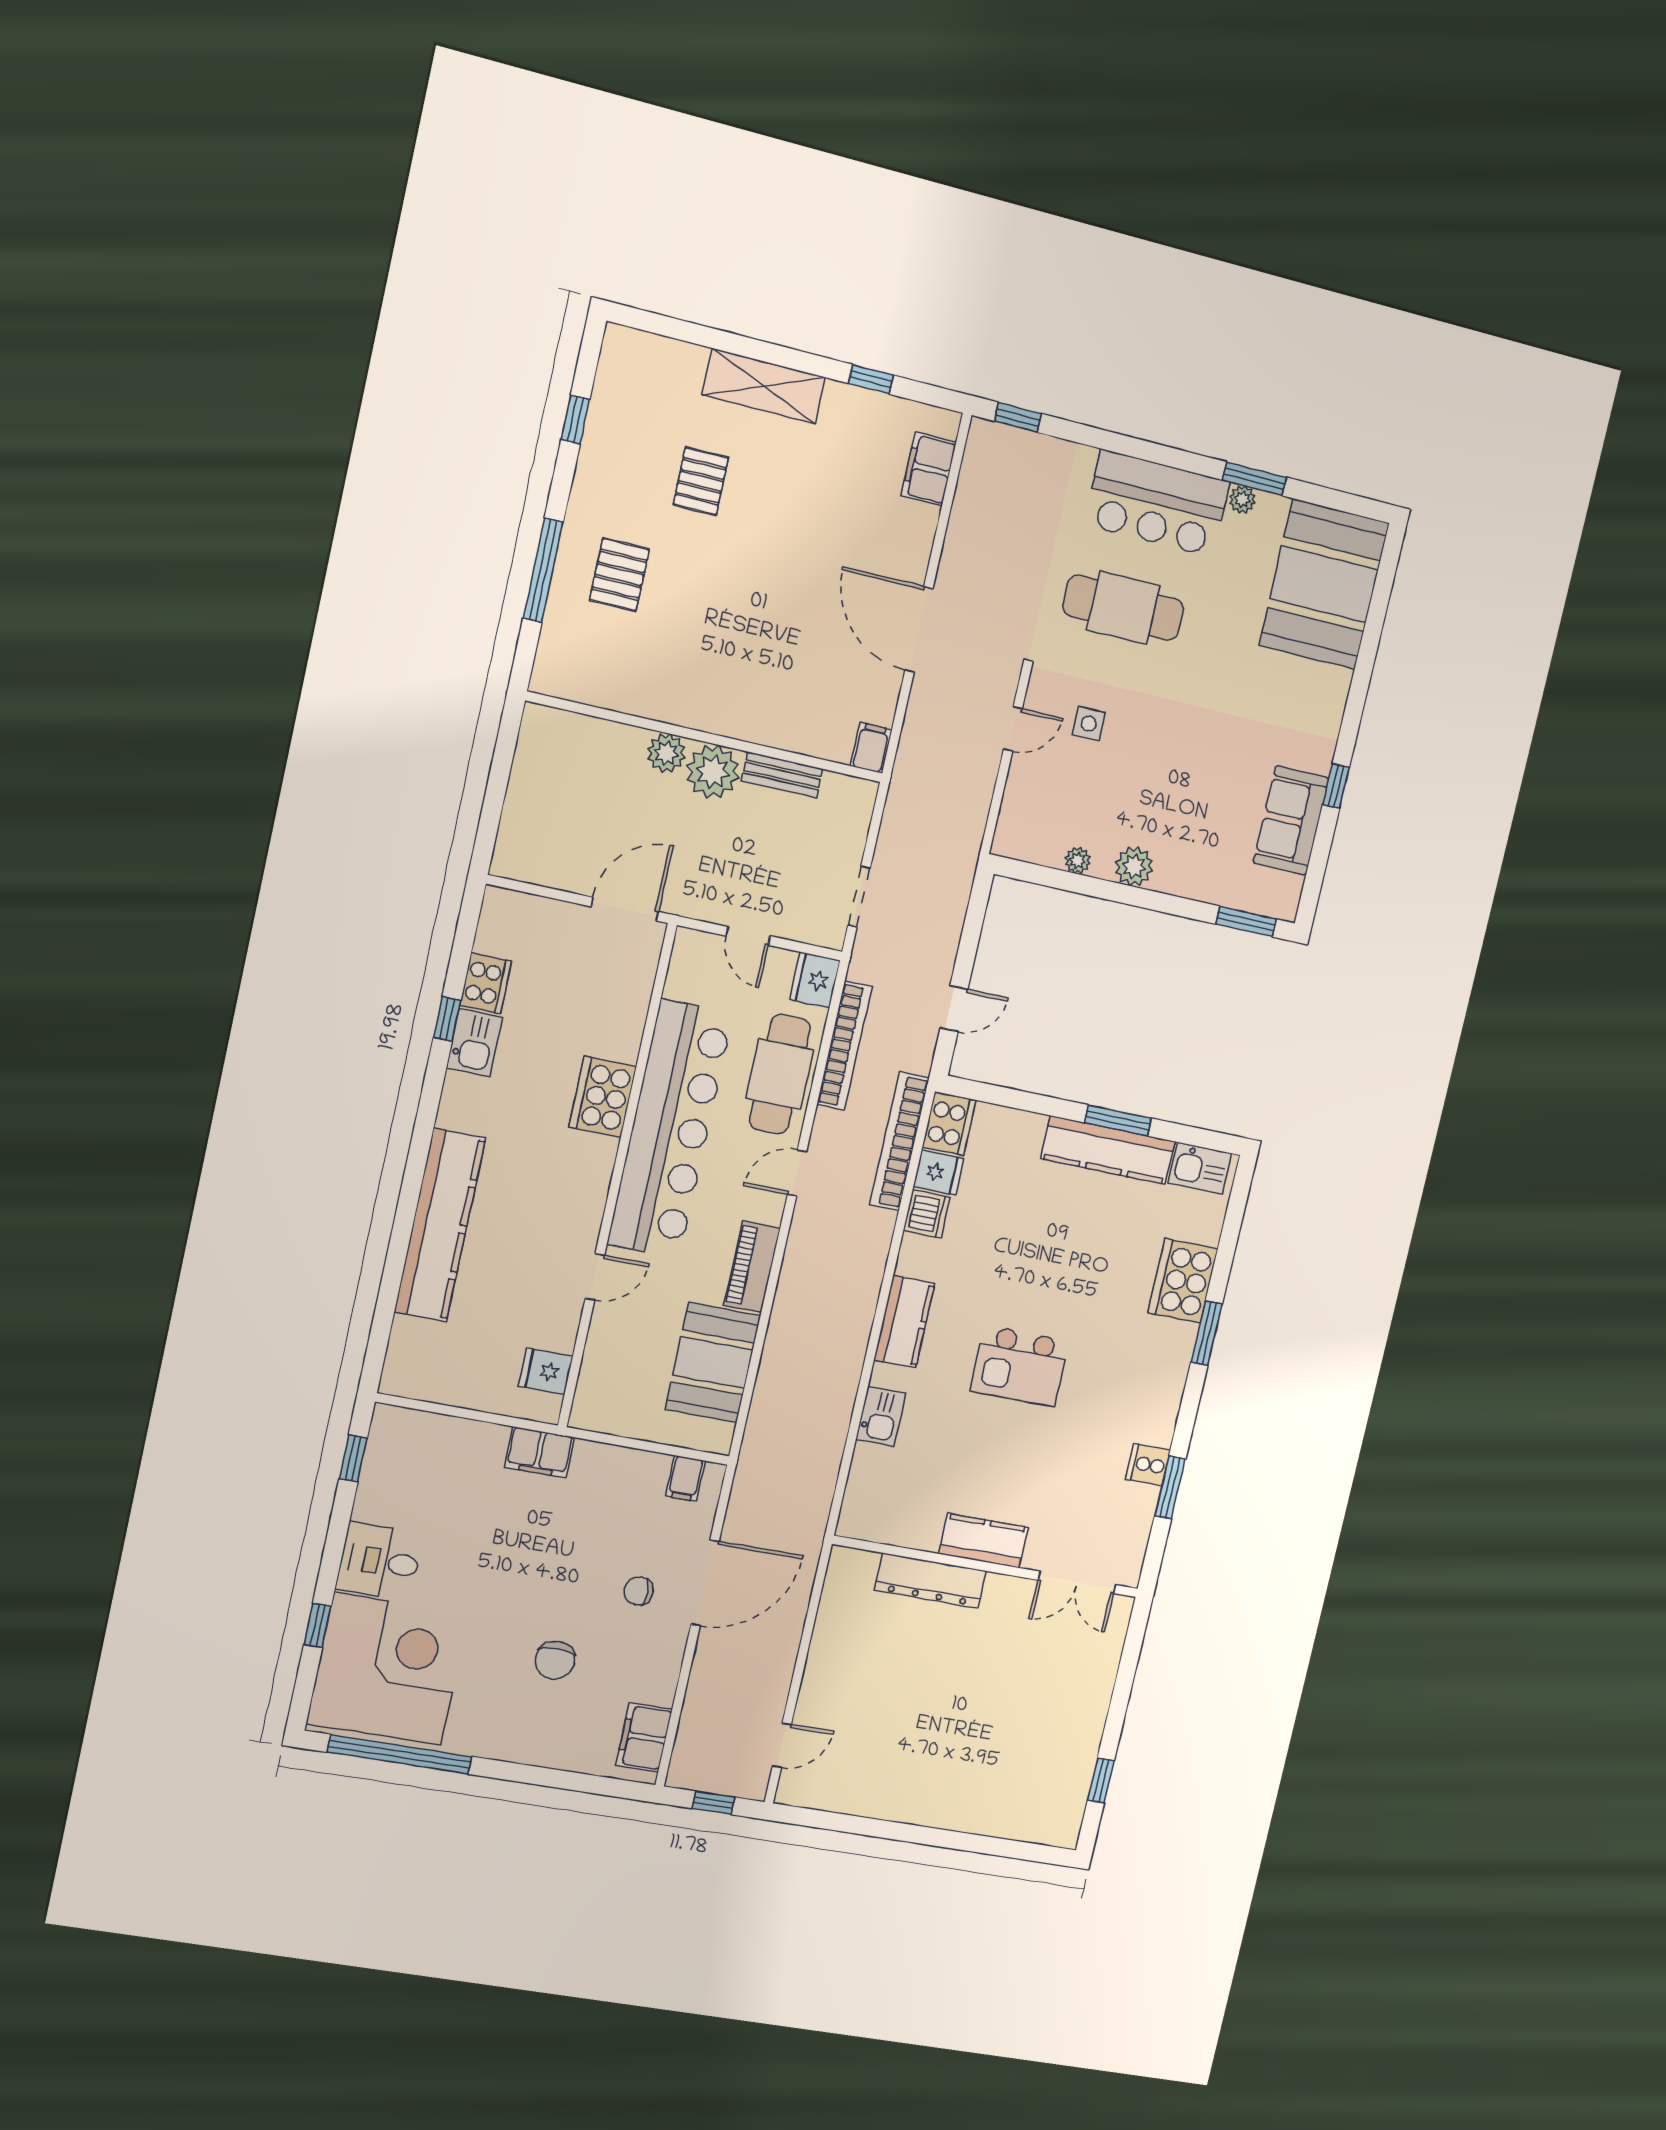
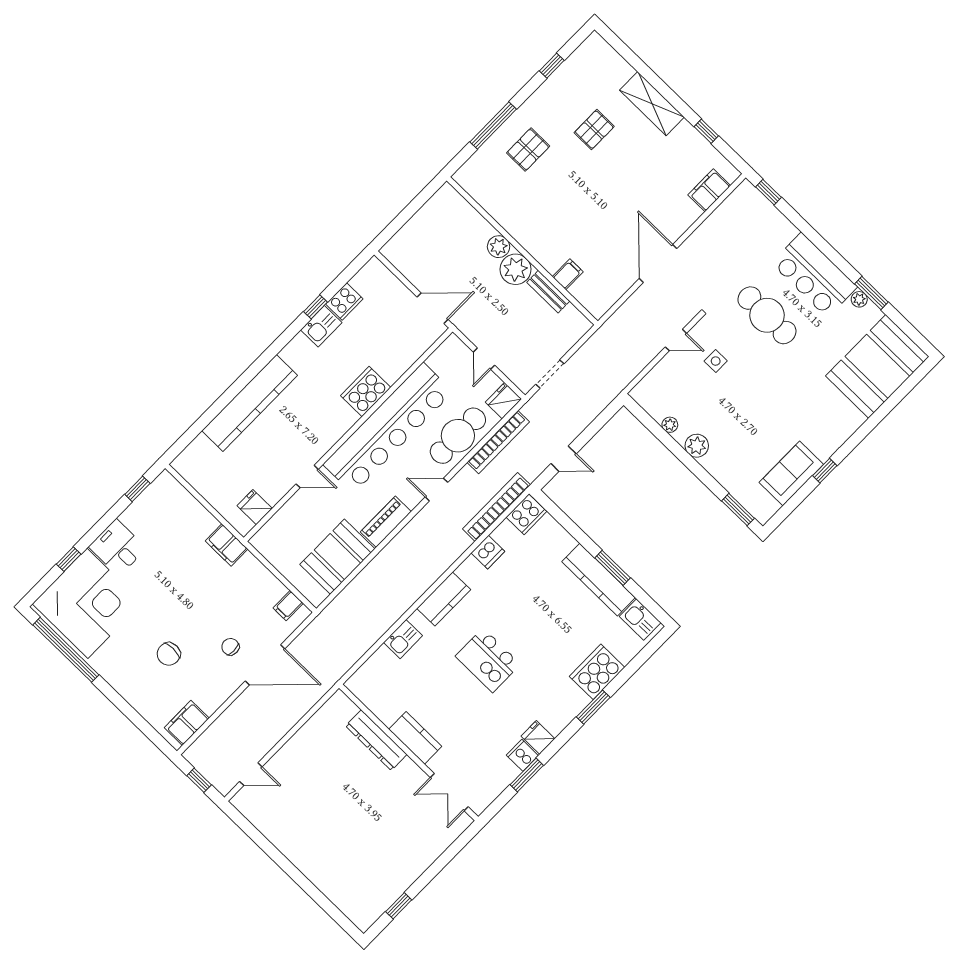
filing cabinet: (871, 748) -> (568, 274), moved
fridge: (939, 1173) -> (538, 737), moved, turned 180

